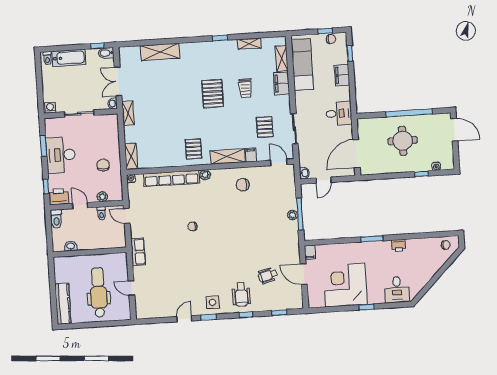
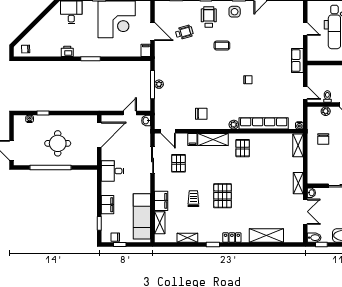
locker: (199, 47) -> (232, 237), added
coffee table: (224, 263) -> (222, 46), added

